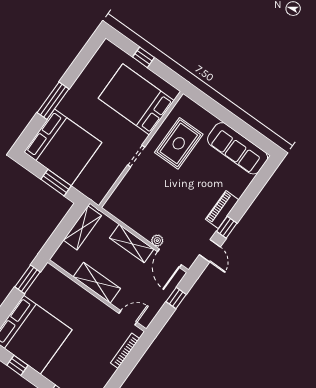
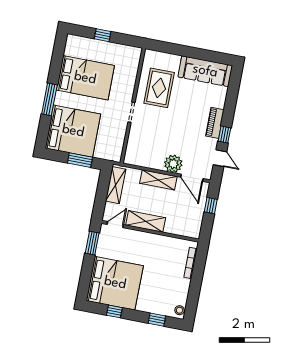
bed: (136, 99) -> (85, 78), moved, turned 180
plant: (157, 241) -> (173, 164), width x1.88, depth x1.88
door: (128, 318) -> (115, 225), moved

